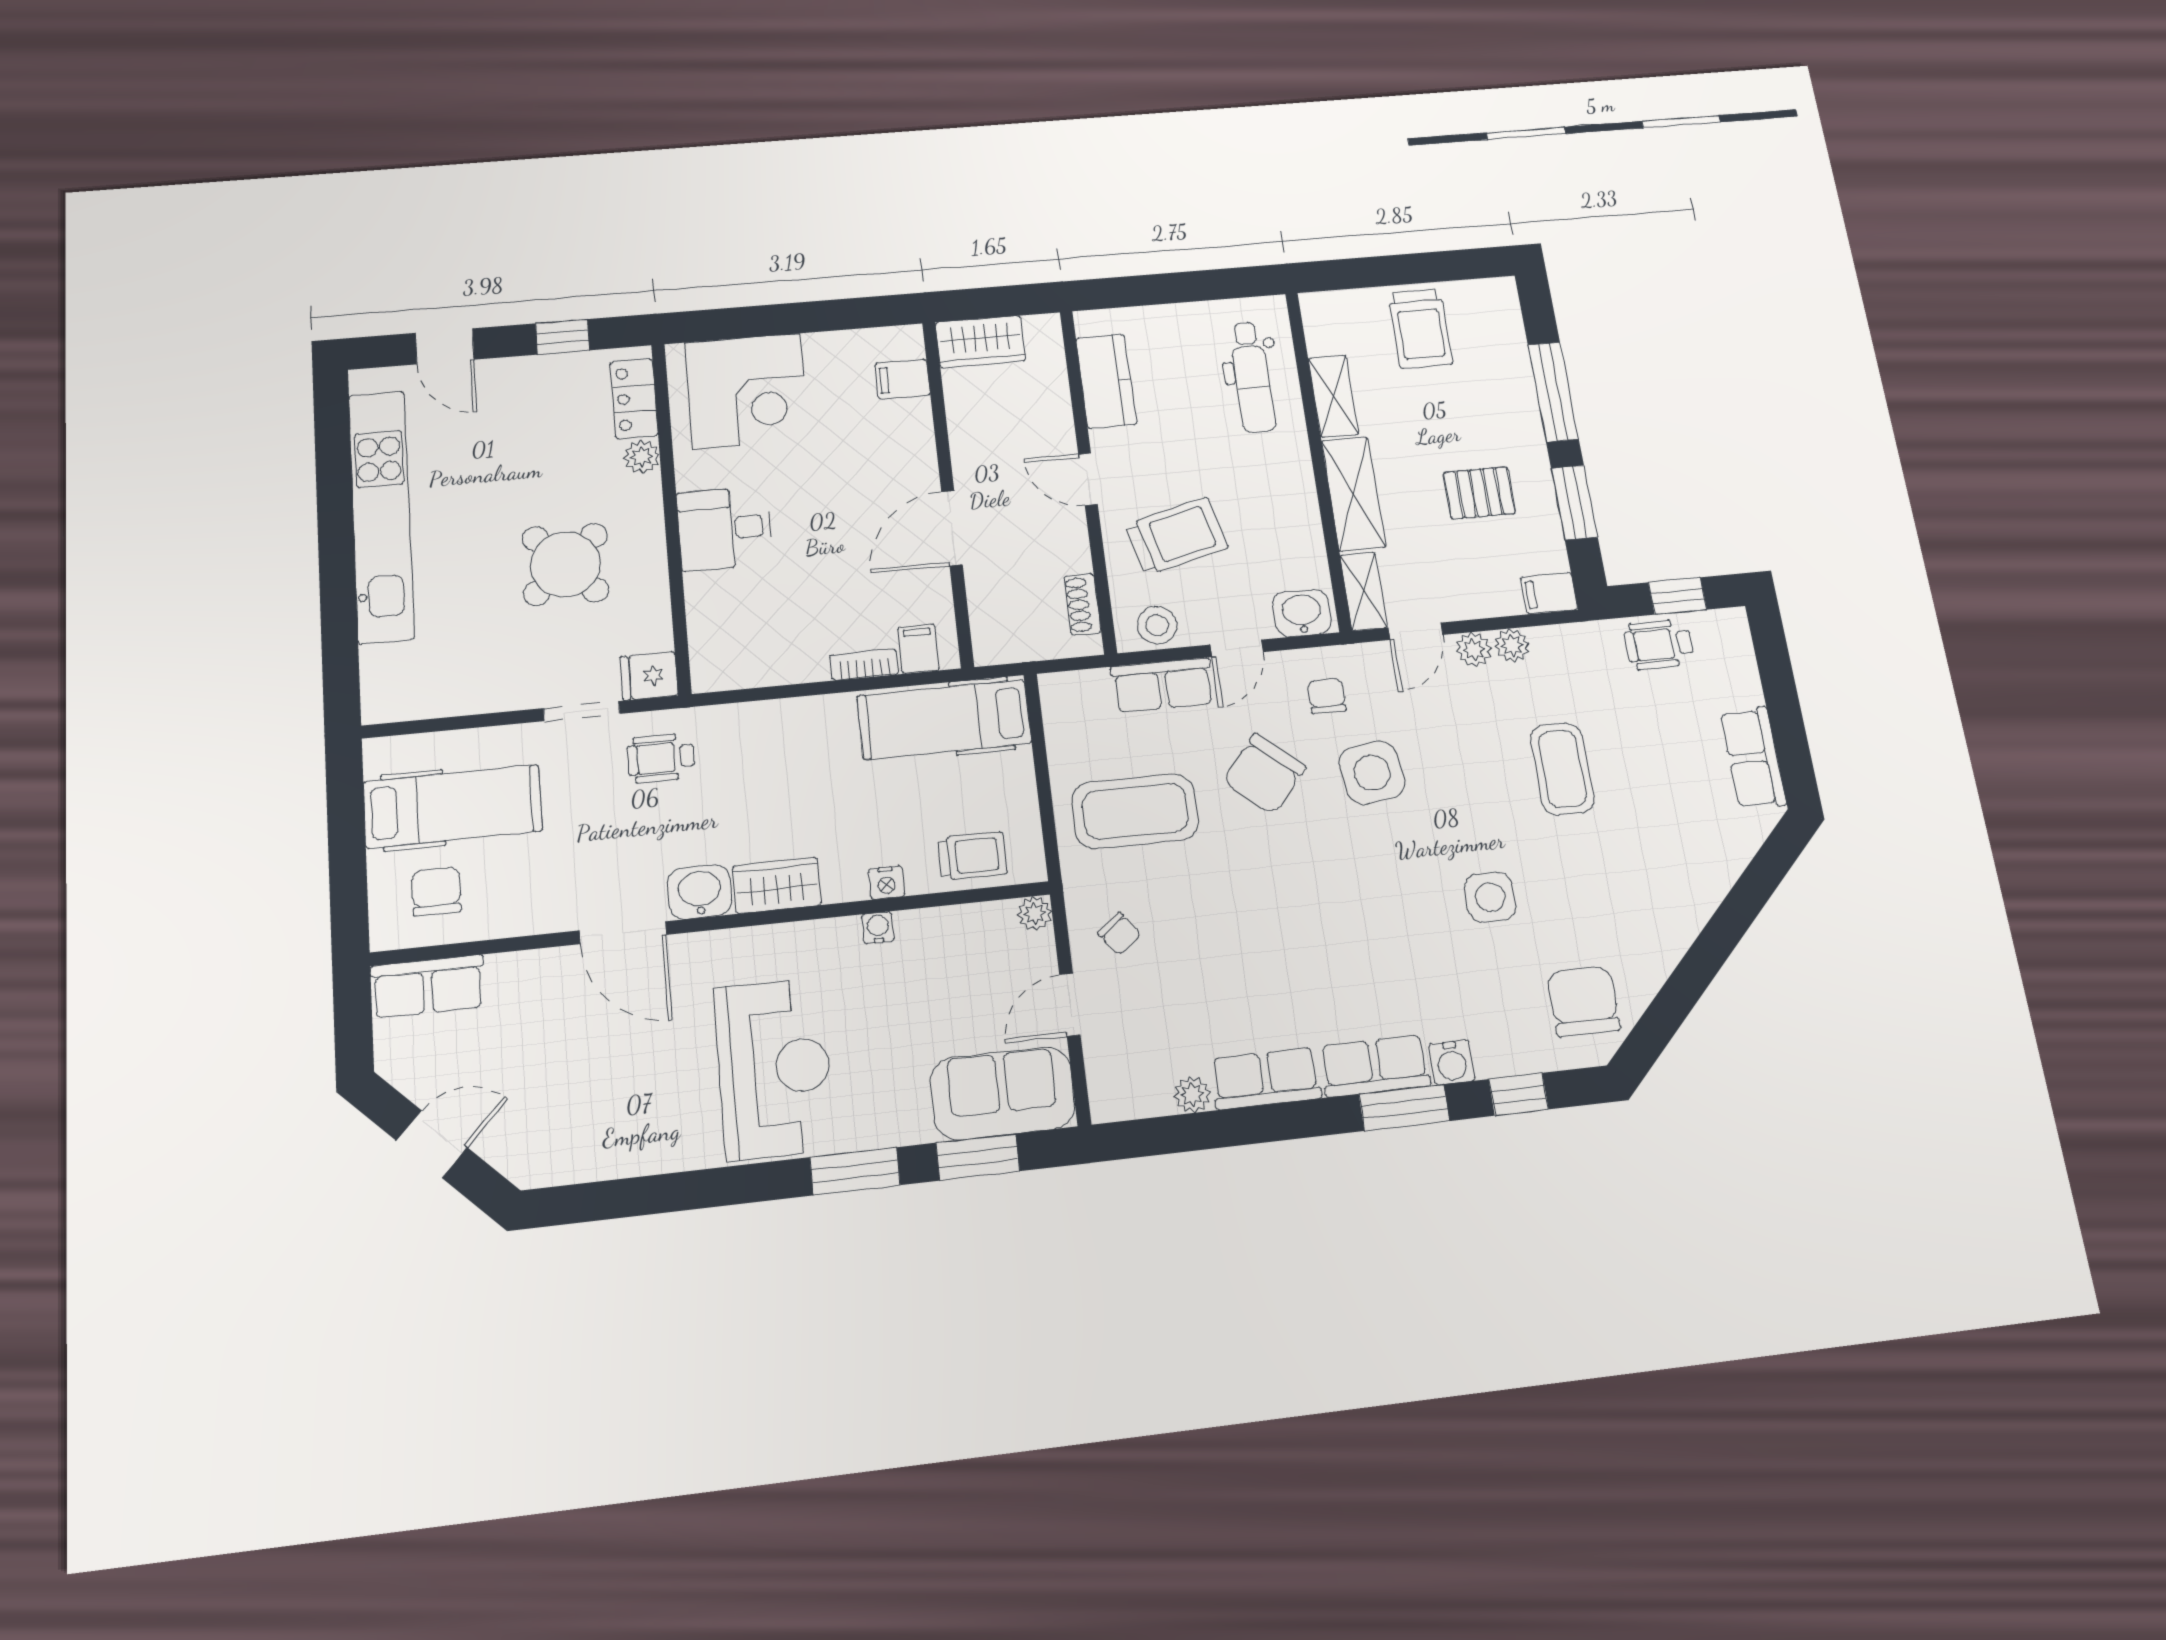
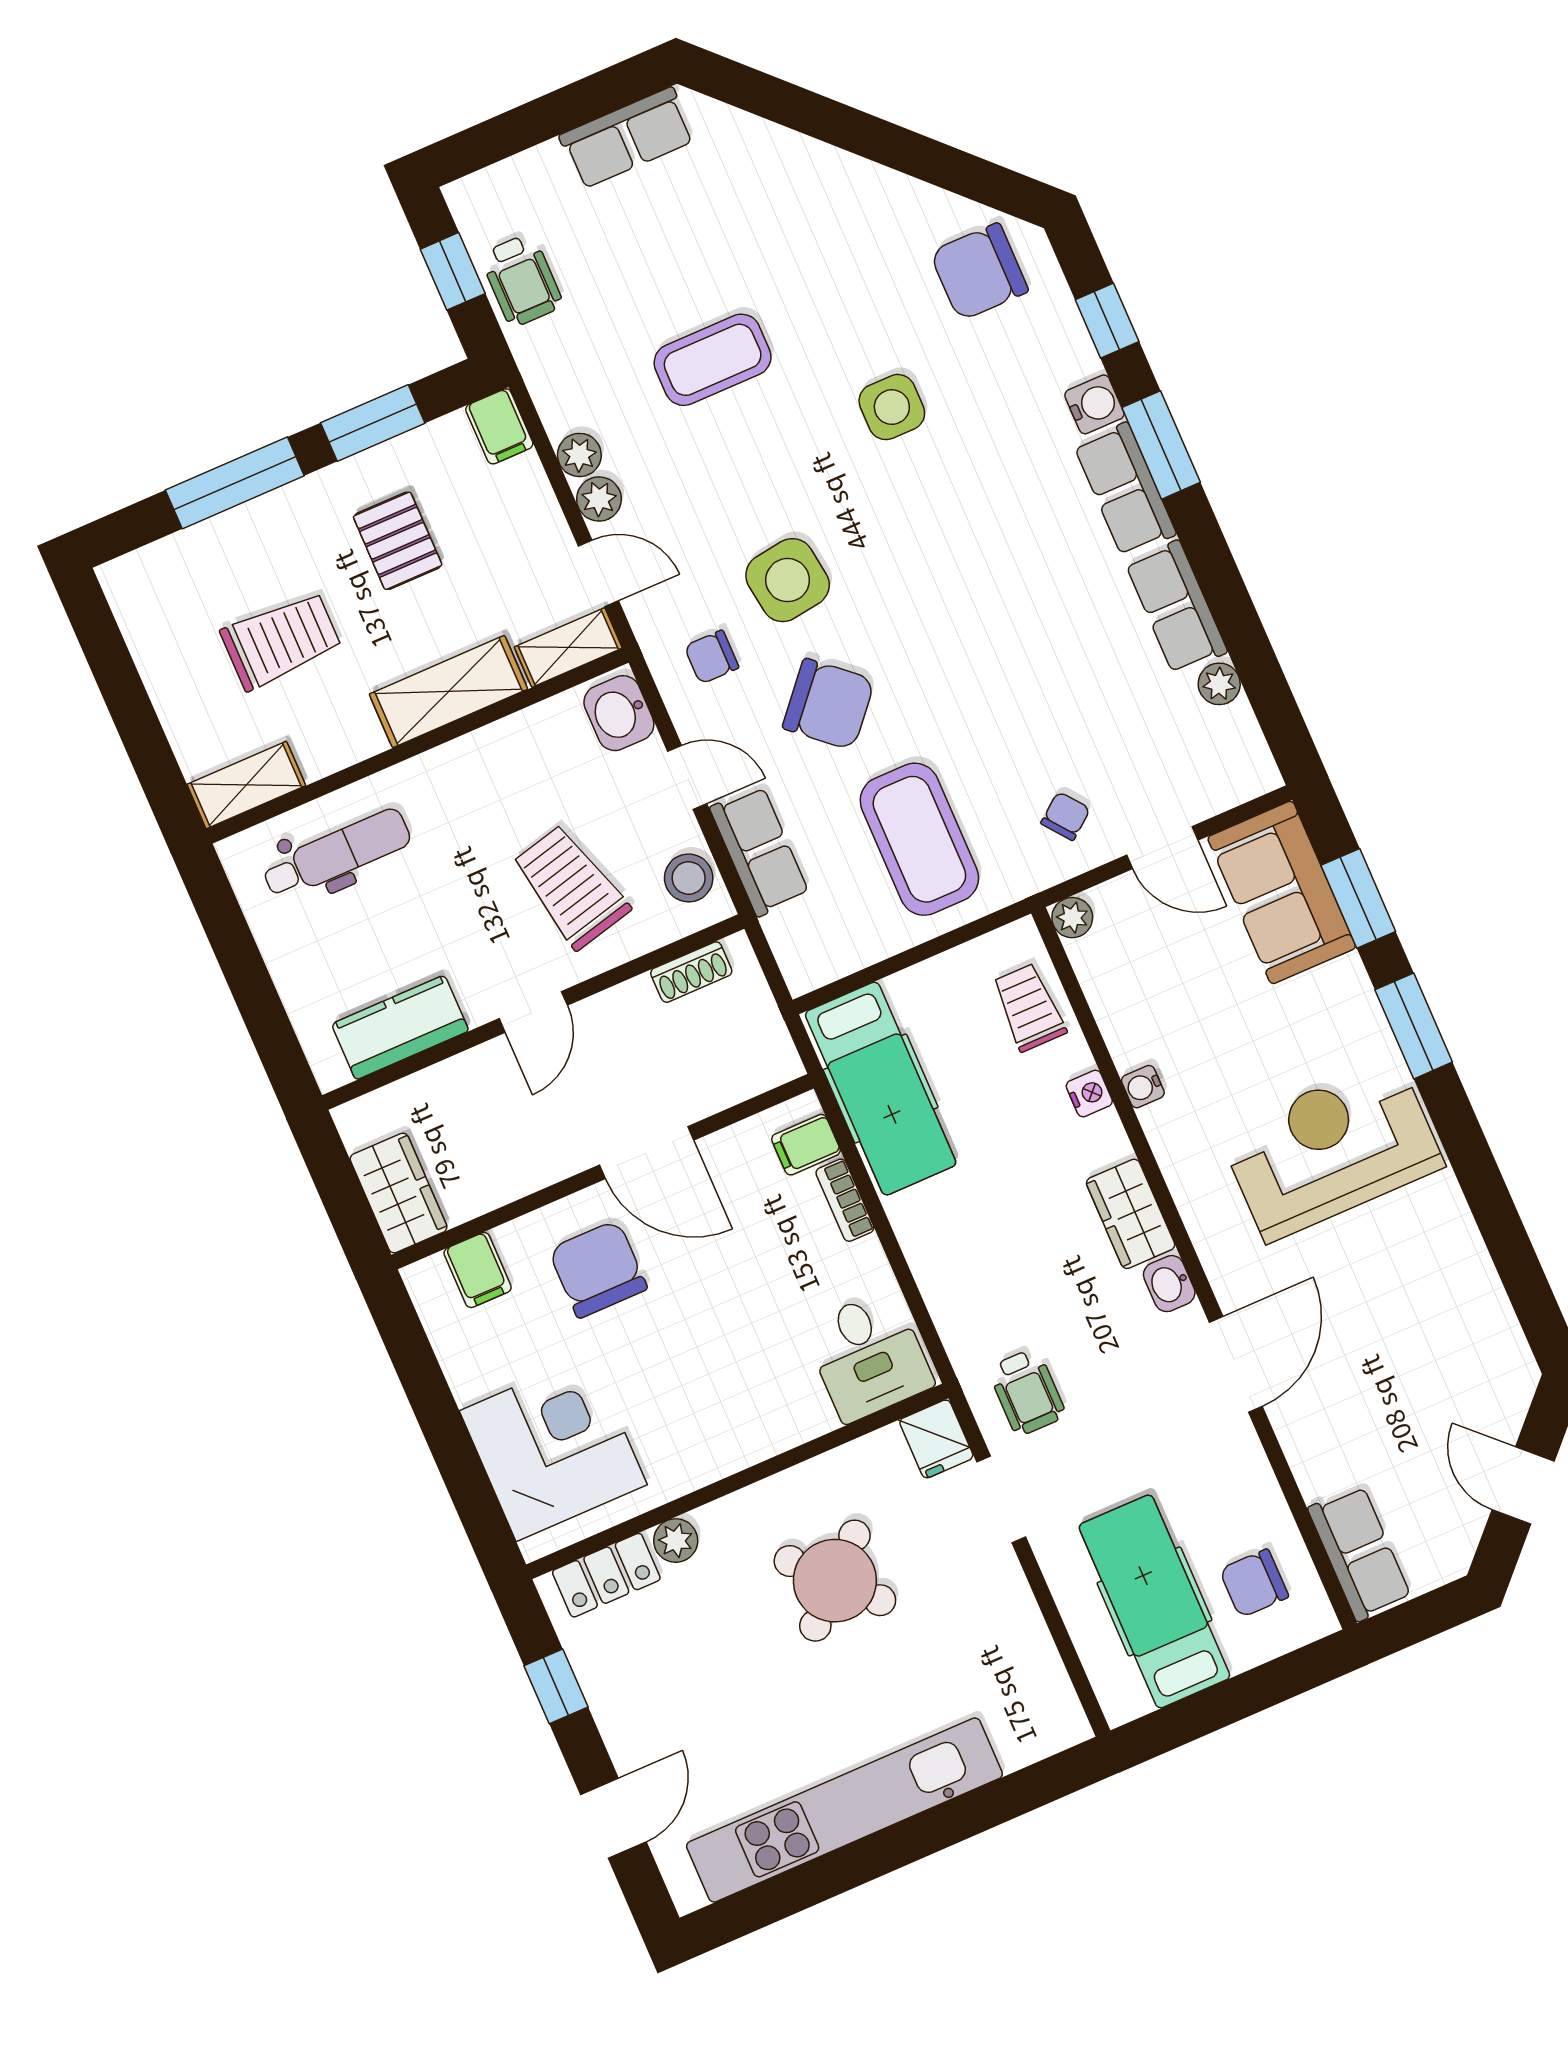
trolley: (1420, 328) -> (281, 640), moved
shelving: (1333, 396) -> (246, 785), moved
chair: (873, 465) -> (598, 1269), added
desk: (725, 528) -> (868, 1356), moved
washbasin: (699, 892) -> (1169, 1284), width x0.72, depth x0.69

